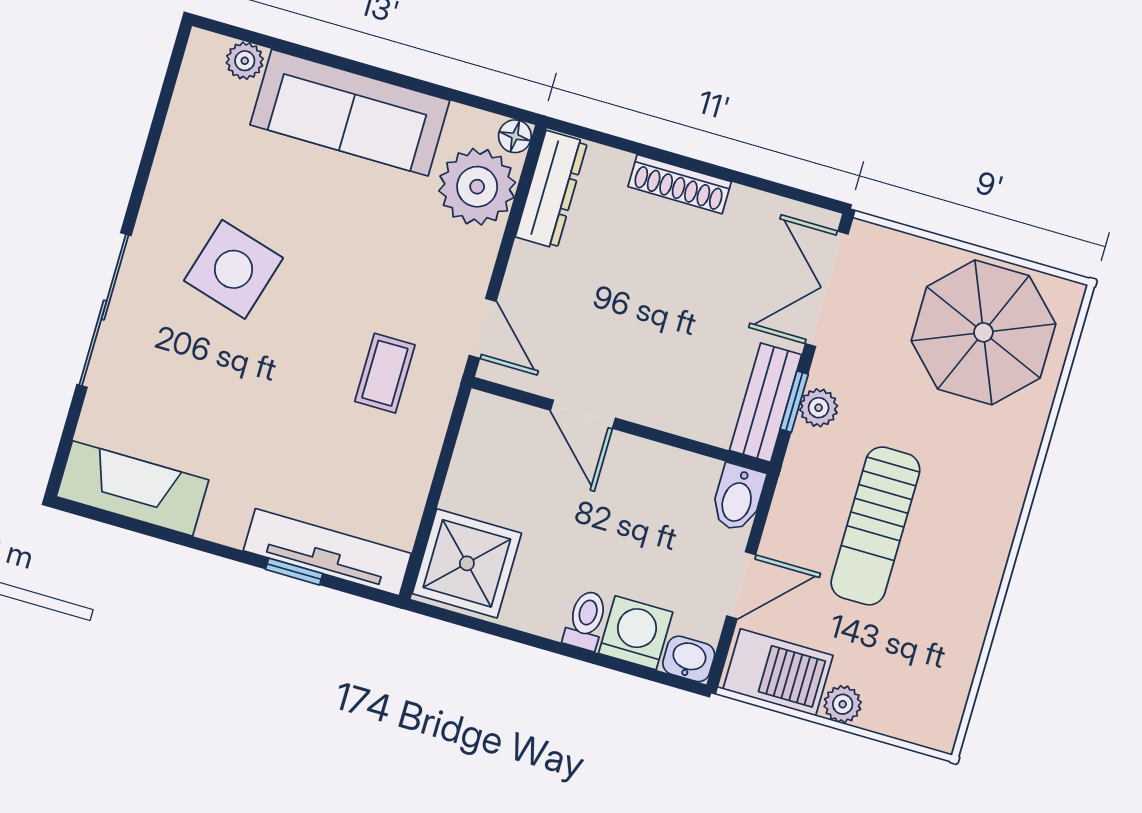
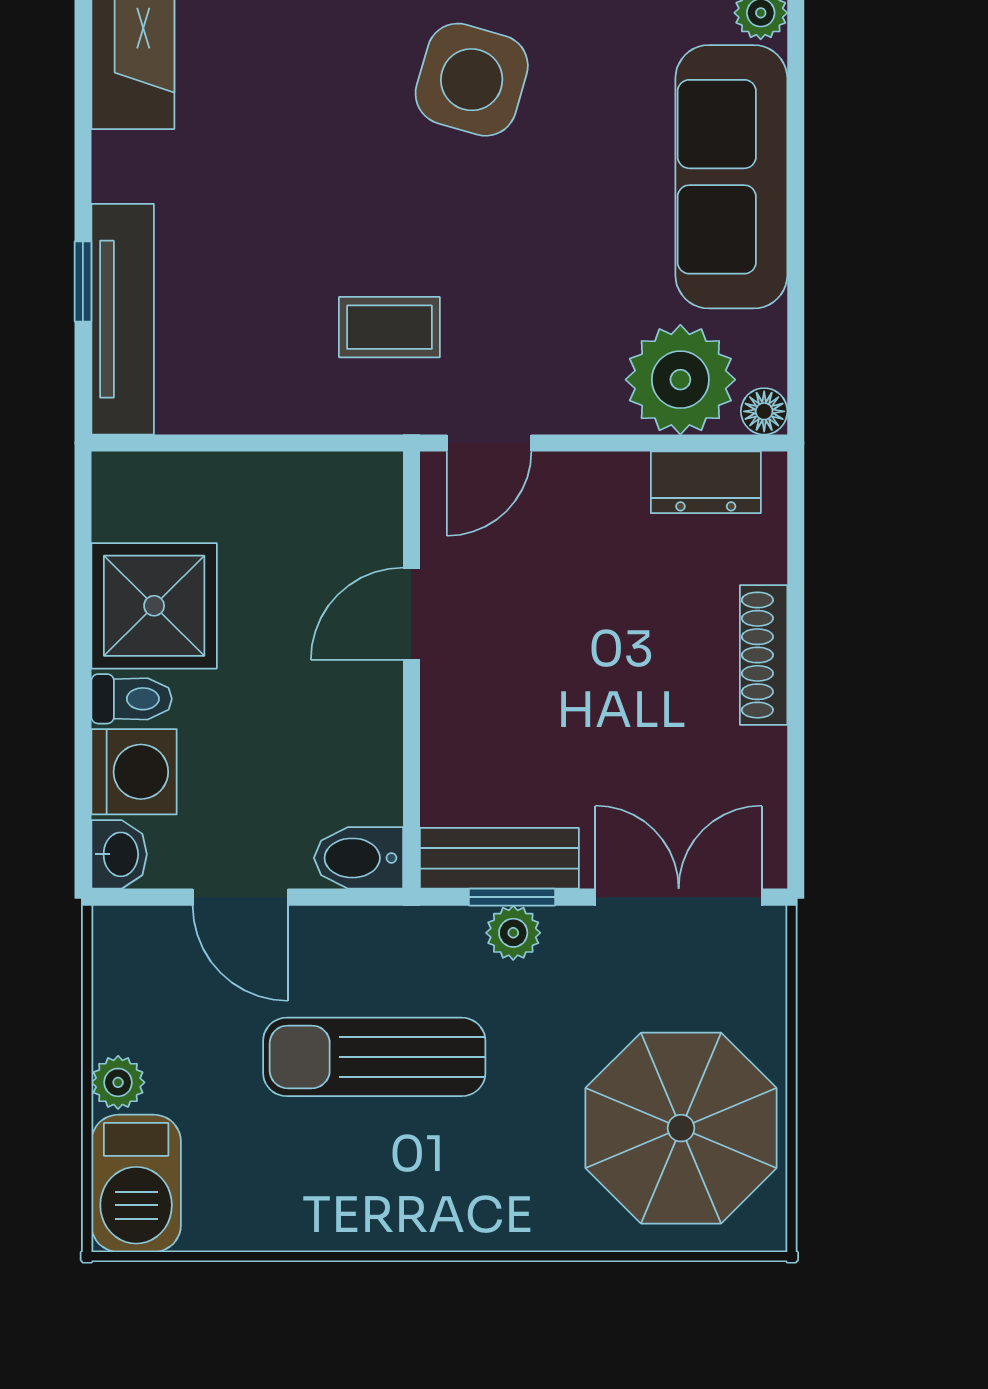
dresser: (551, 190) -> (706, 482), width x0.70
shower: (467, 563) -> (154, 606), moved
barbecue: (778, 672) -> (136, 1183), moved

